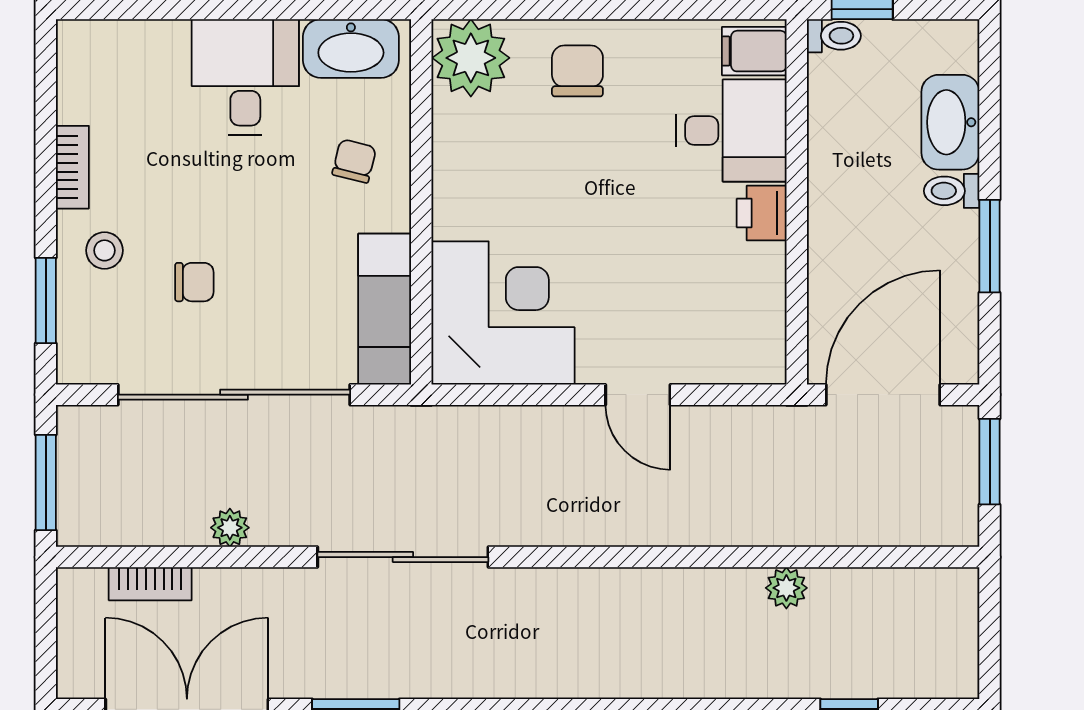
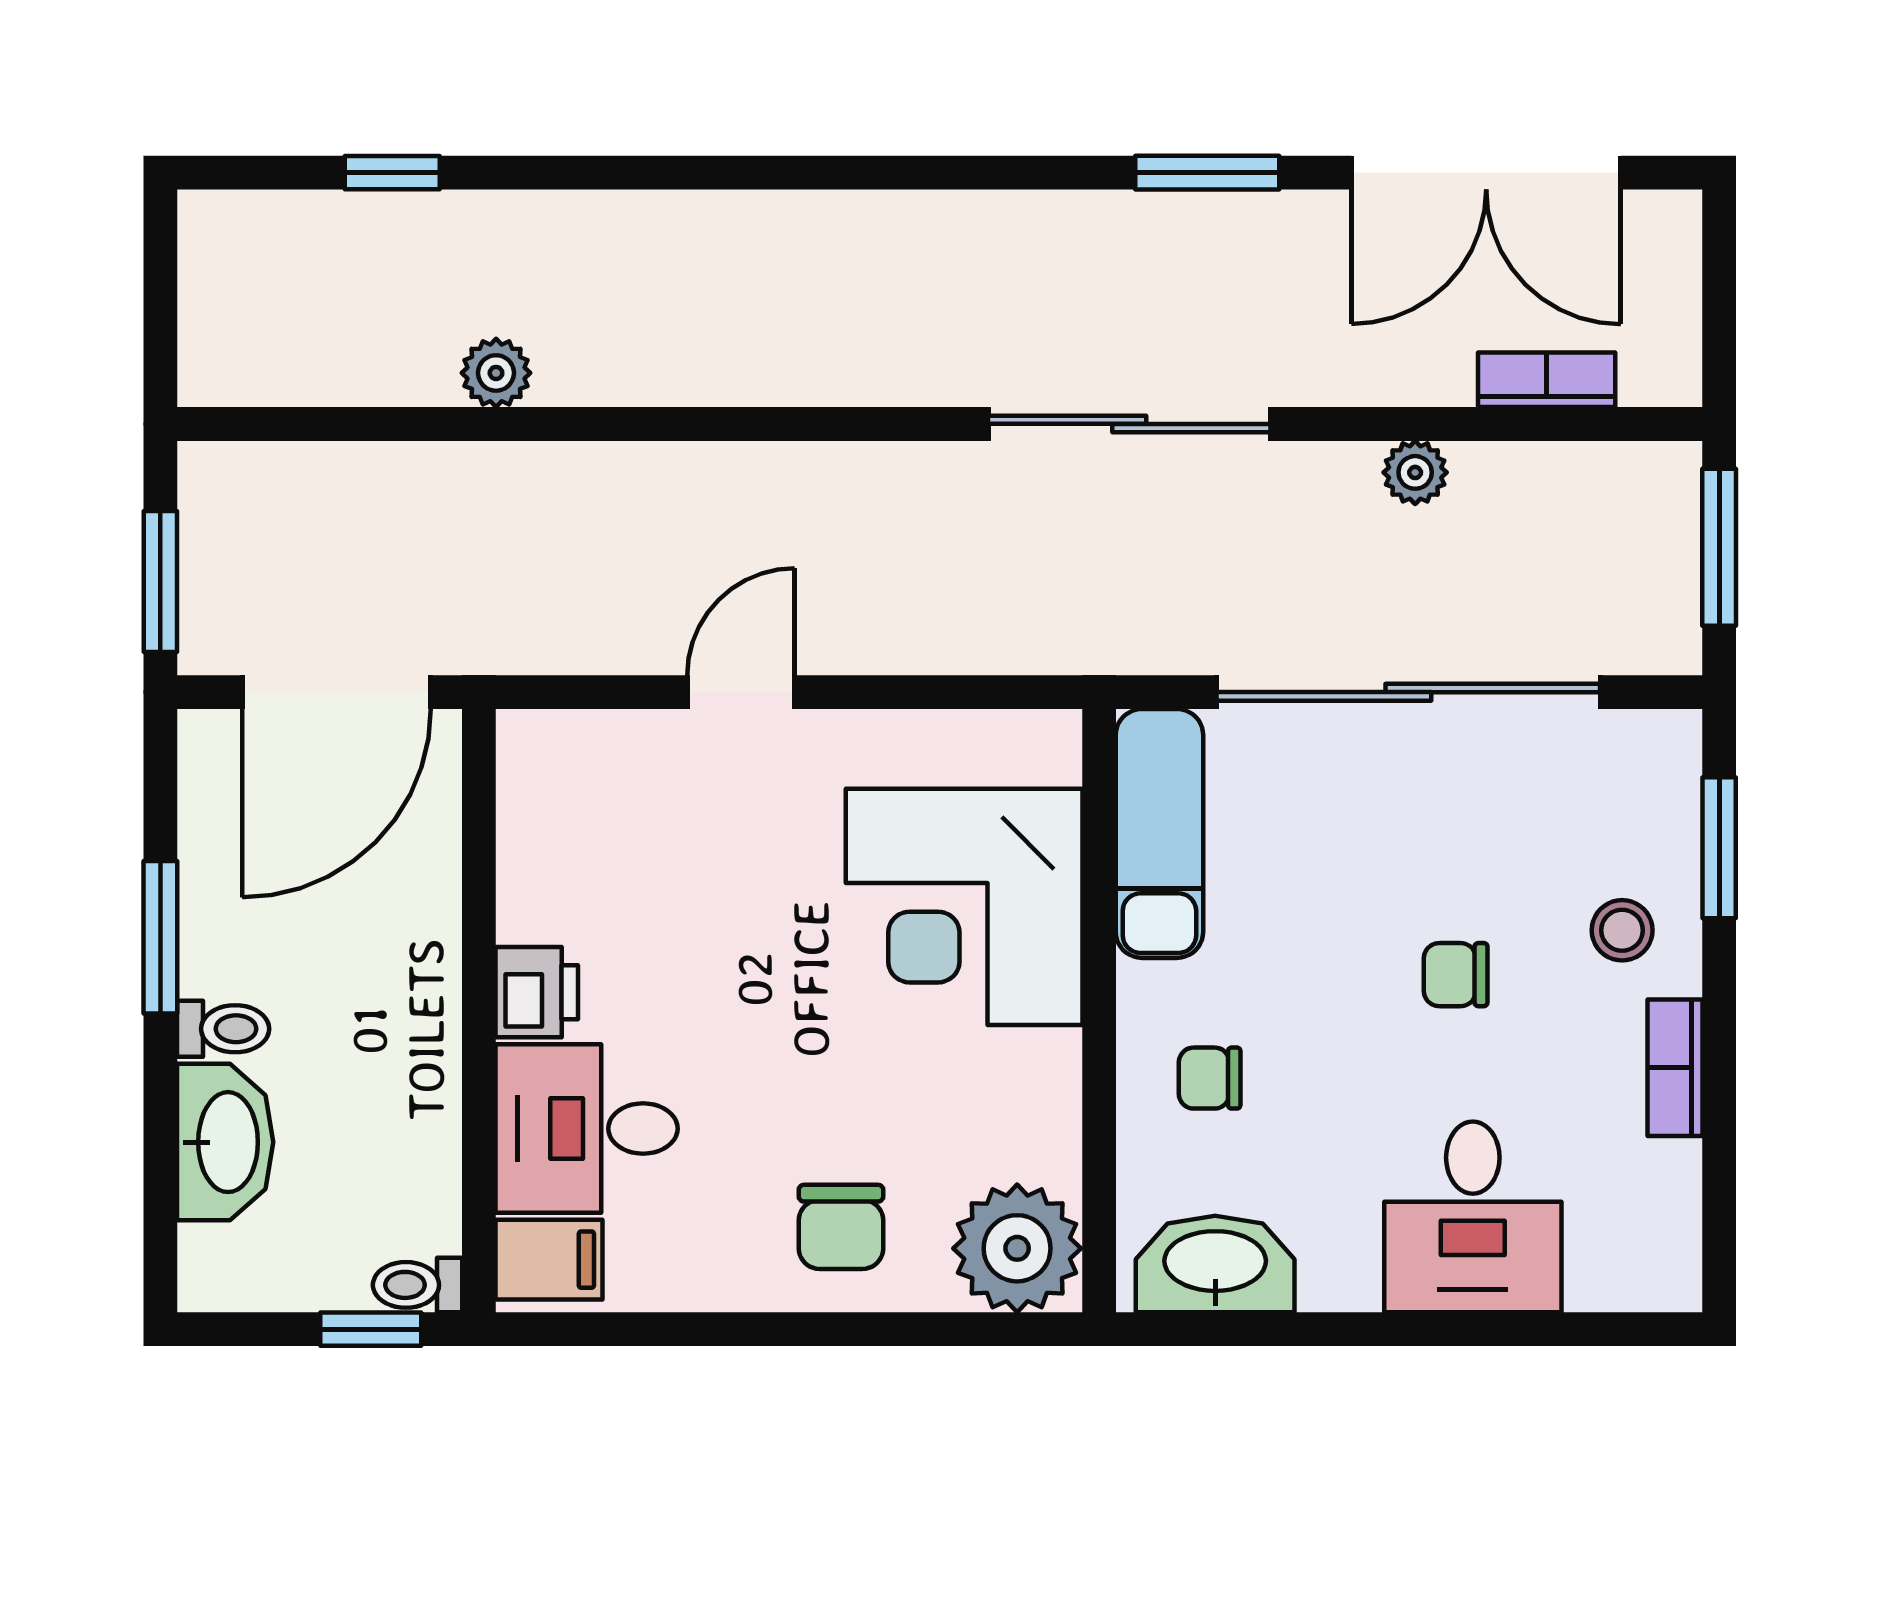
desk: (245, 77) -> (1473, 1217), moved
chair: (354, 161) -> (1210, 1078), turned 76
chair: (194, 282) -> (1456, 975), moved
corner desk: (503, 313) -> (964, 907), moved
door: (638, 395) -> (741, 692), hinge flipped

